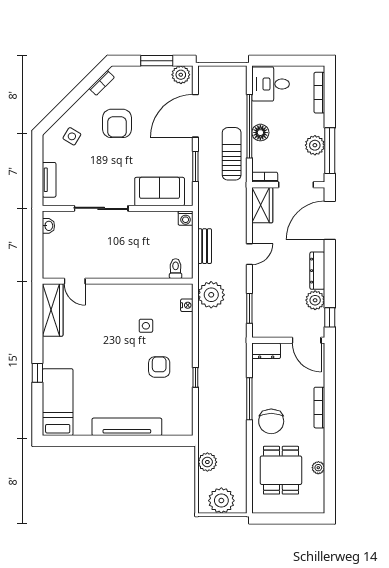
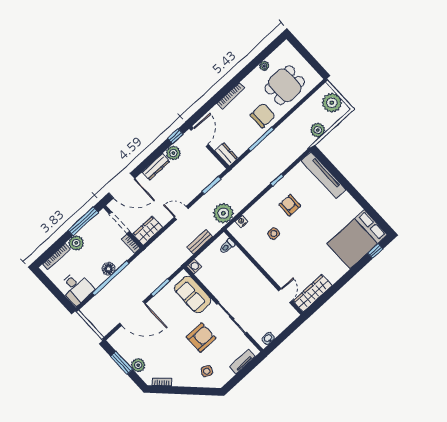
plant: (181, 75) -> (138, 365), moved
armchair: (117, 123) -> (201, 338), moved
plant: (315, 145) -> (76, 243), moved
sun lounger: (232, 154) -> (135, 274), removed
armchair: (159, 367) -> (290, 205), turned 90
window: (37, 373) -> (375, 251), moved
bed: (58, 402) -> (357, 239), width x1.50
tv unit: (127, 427) -> (323, 175), moved

